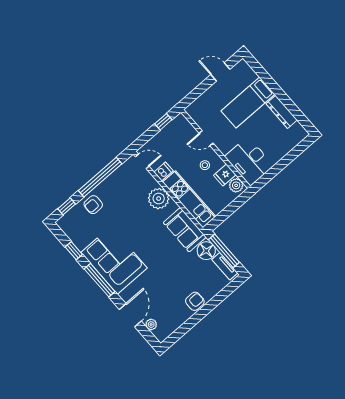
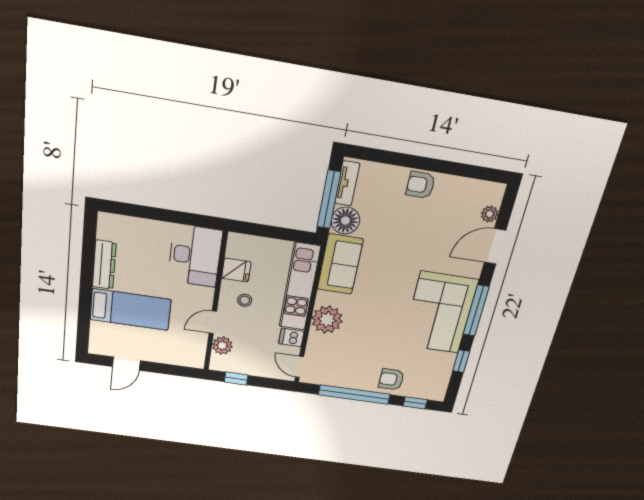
door: (220, 72) -> (126, 364), hinge flipped
door: (206, 138) -> (213, 322), swing flipped
plant: (236, 185) -> (222, 346), moved
armchair: (93, 205) -> (391, 379), turned 180

